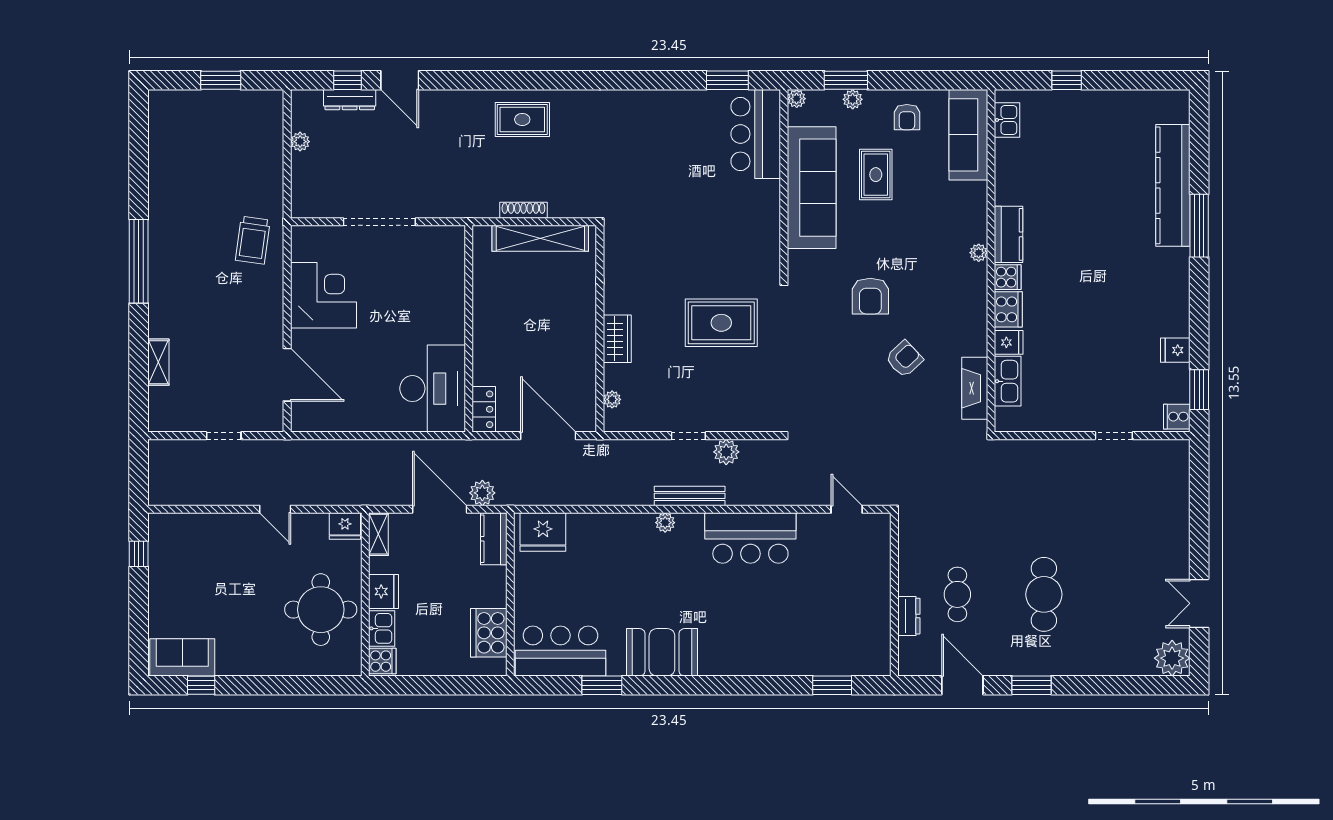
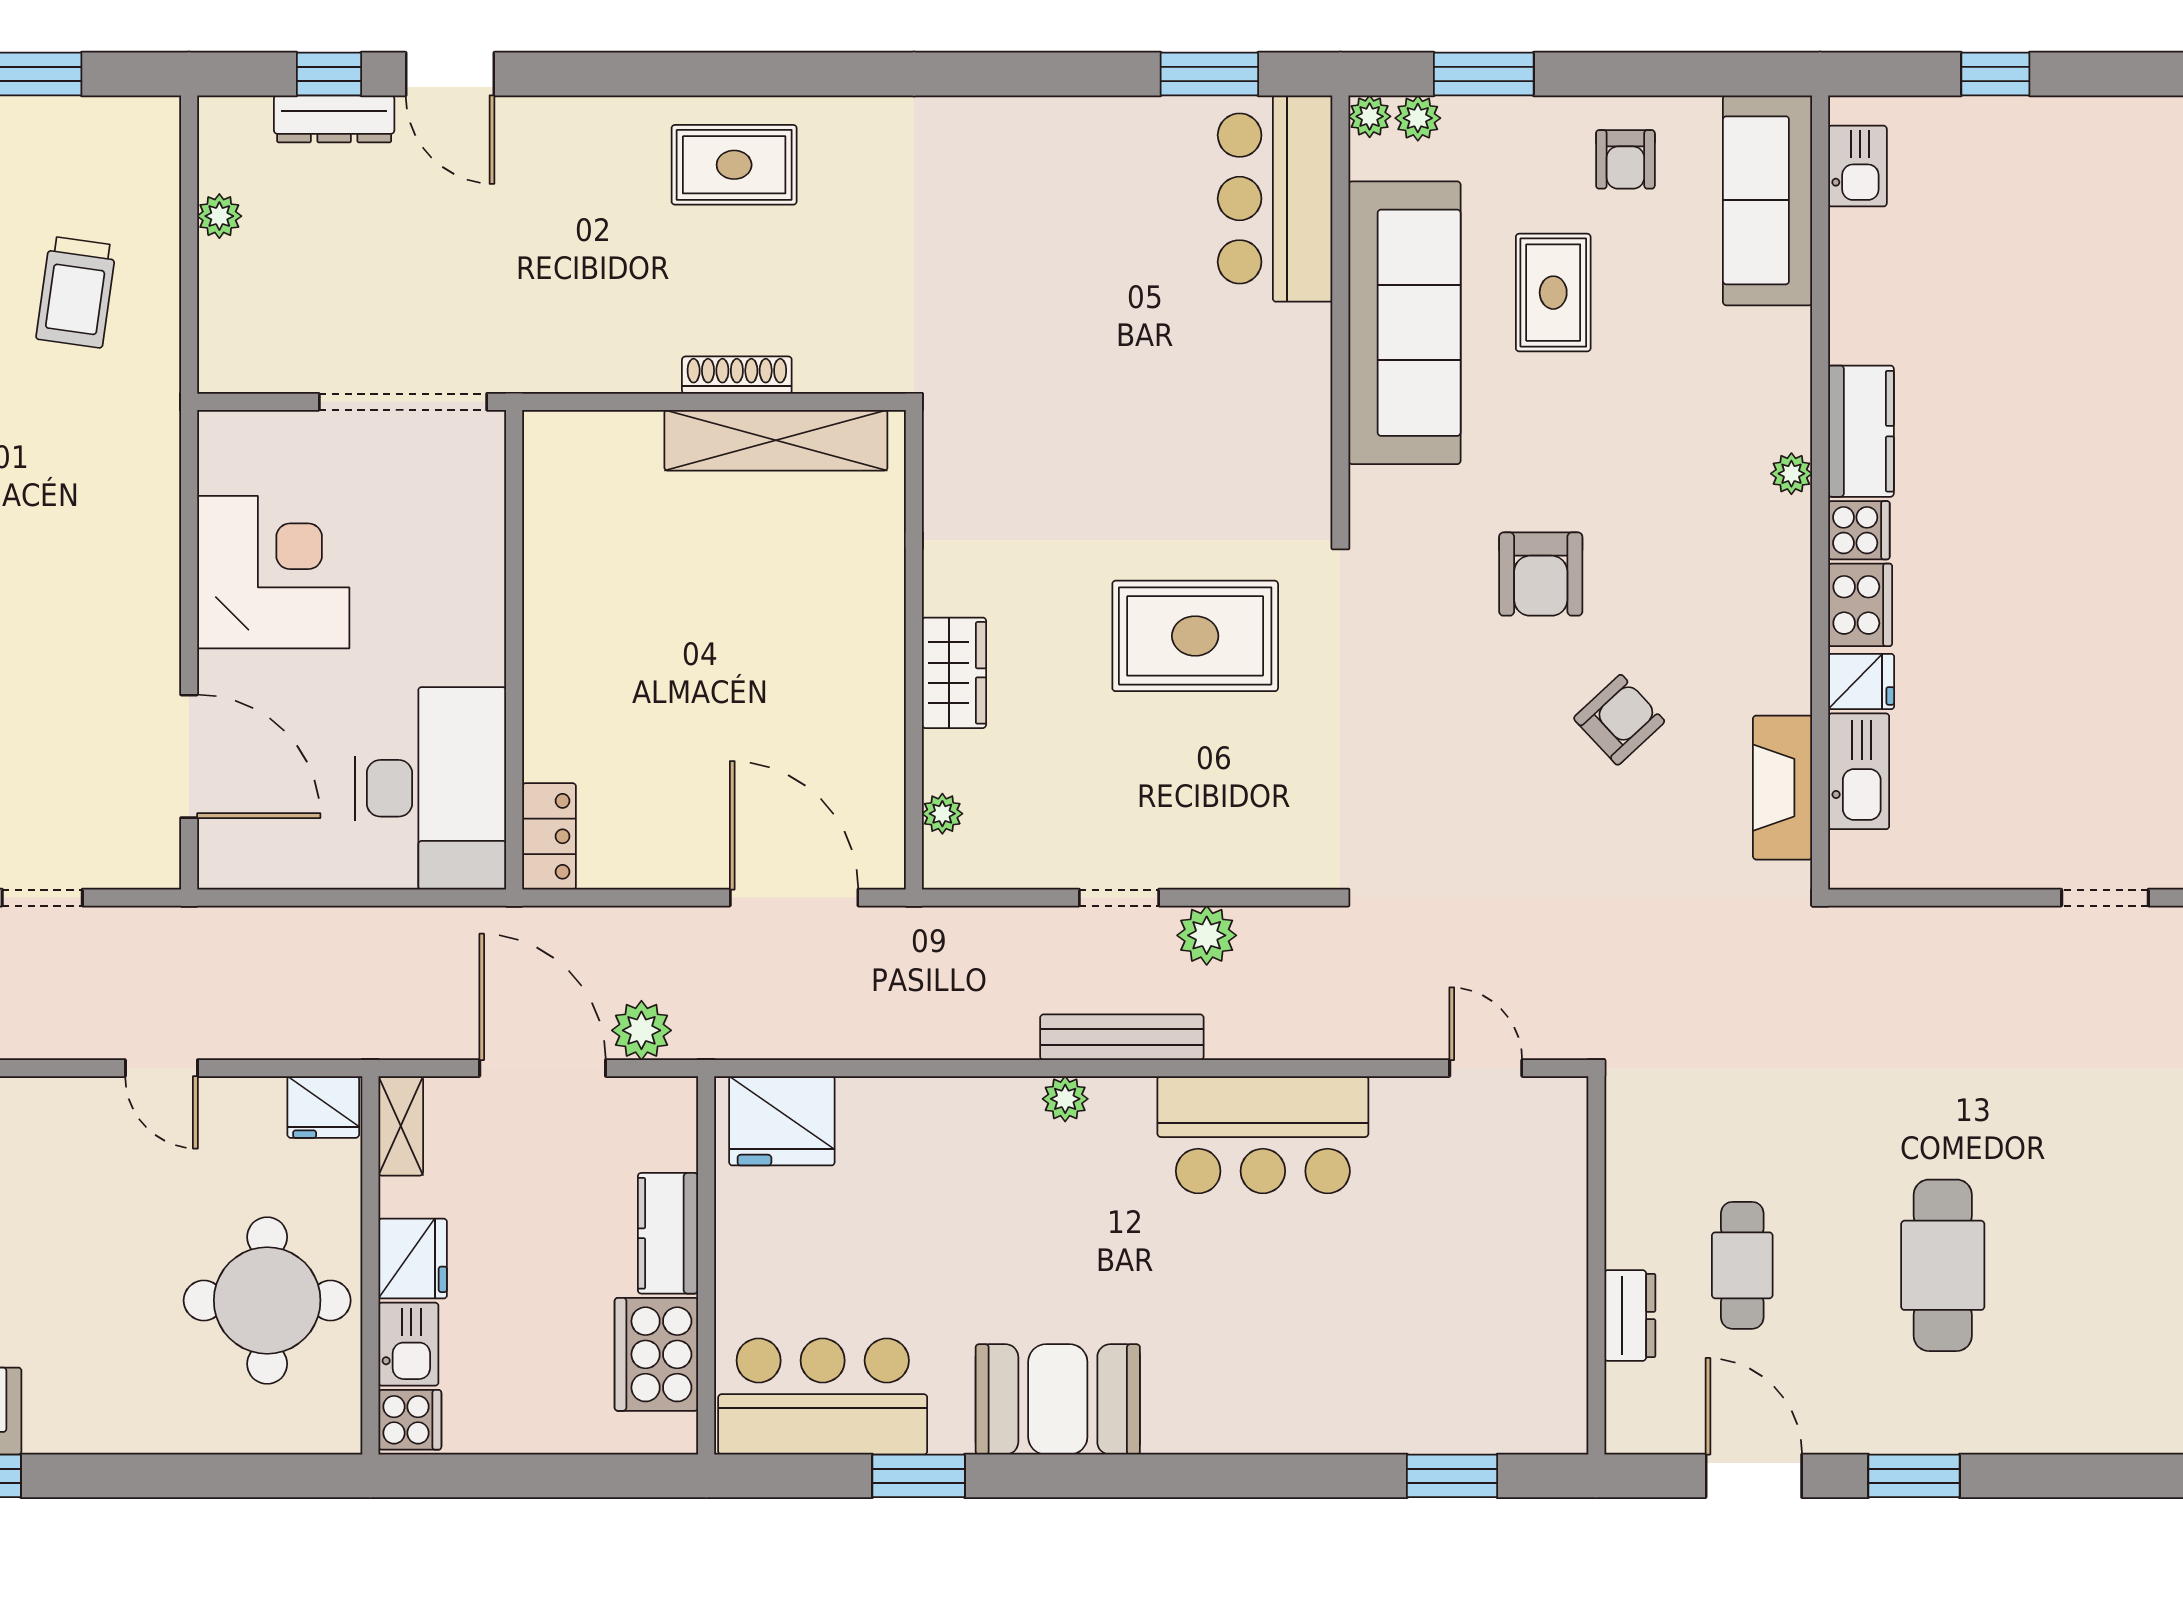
plant: (853, 99) -> (1418, 118), moved
trolley: (253, 240) -> (76, 292), moved
wall: (469, 329) -> (514, 650), moved
desk: (433, 389) -> (430, 788), moved
locker: (484, 409) -> (549, 836), moved
kitchen counter: (494, 539) -> (668, 1233), moved

